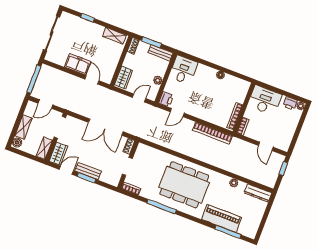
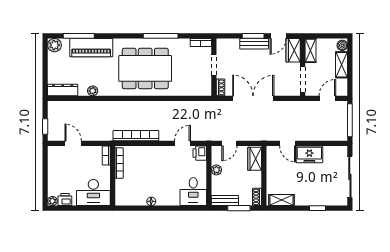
plant: (251, 232) -> (55, 45), added

